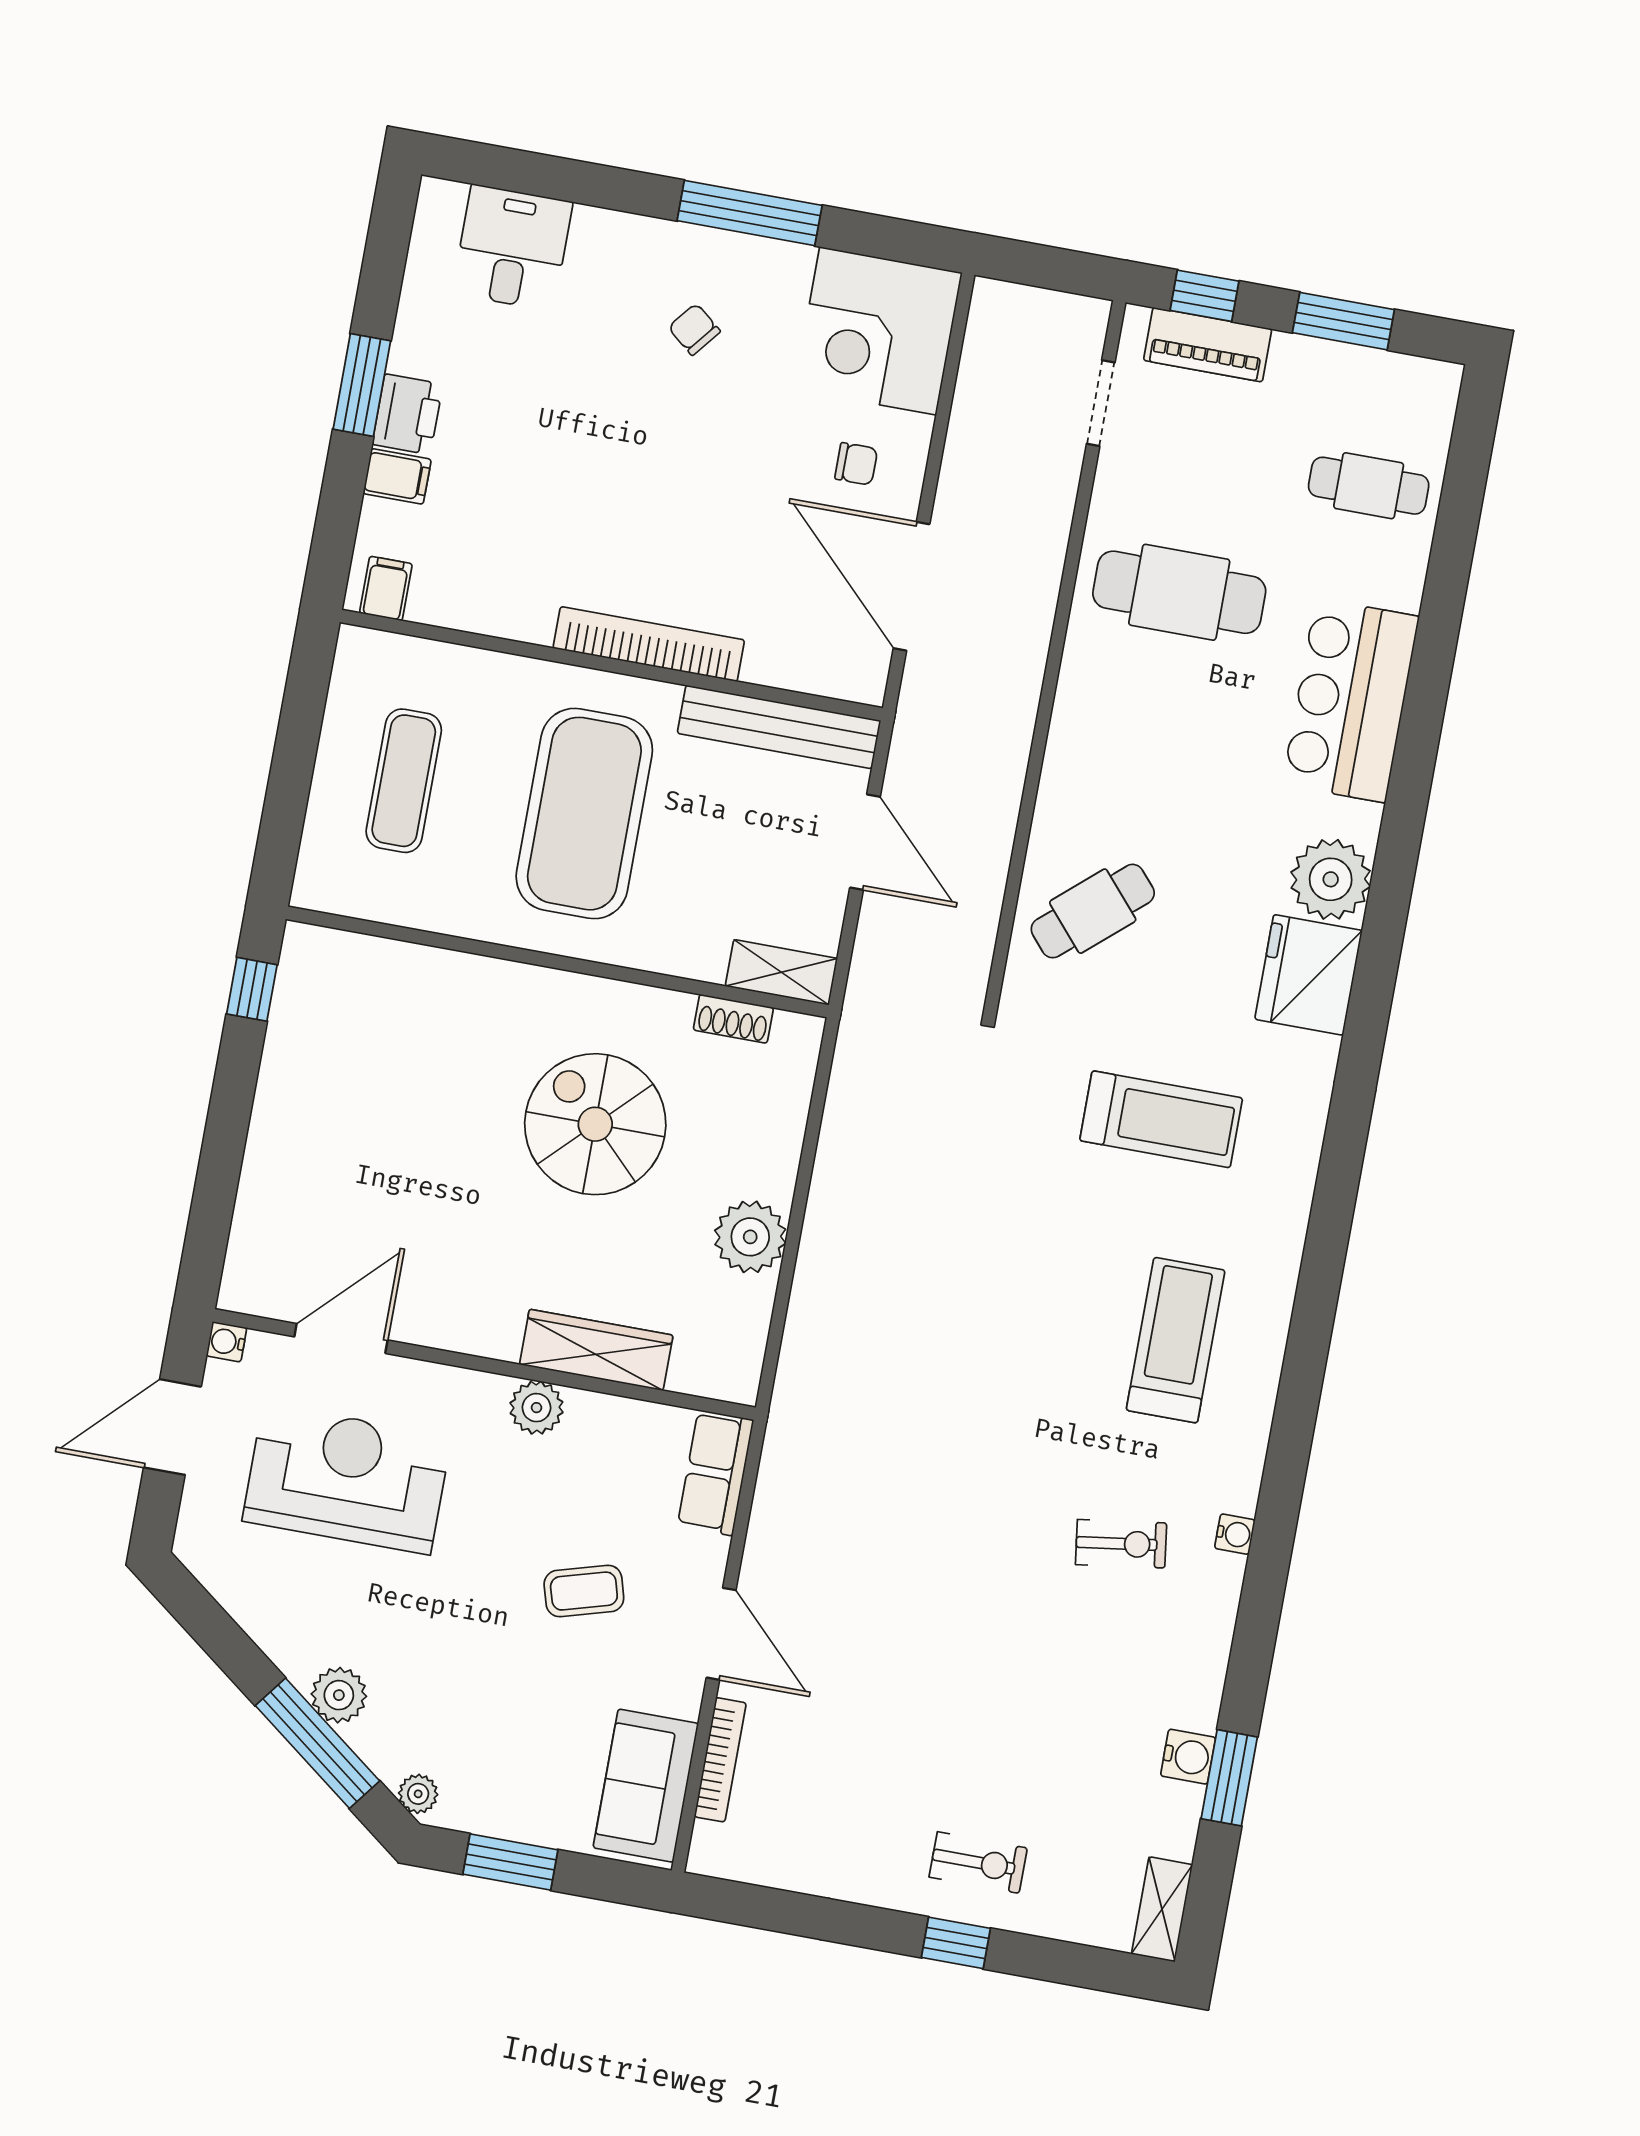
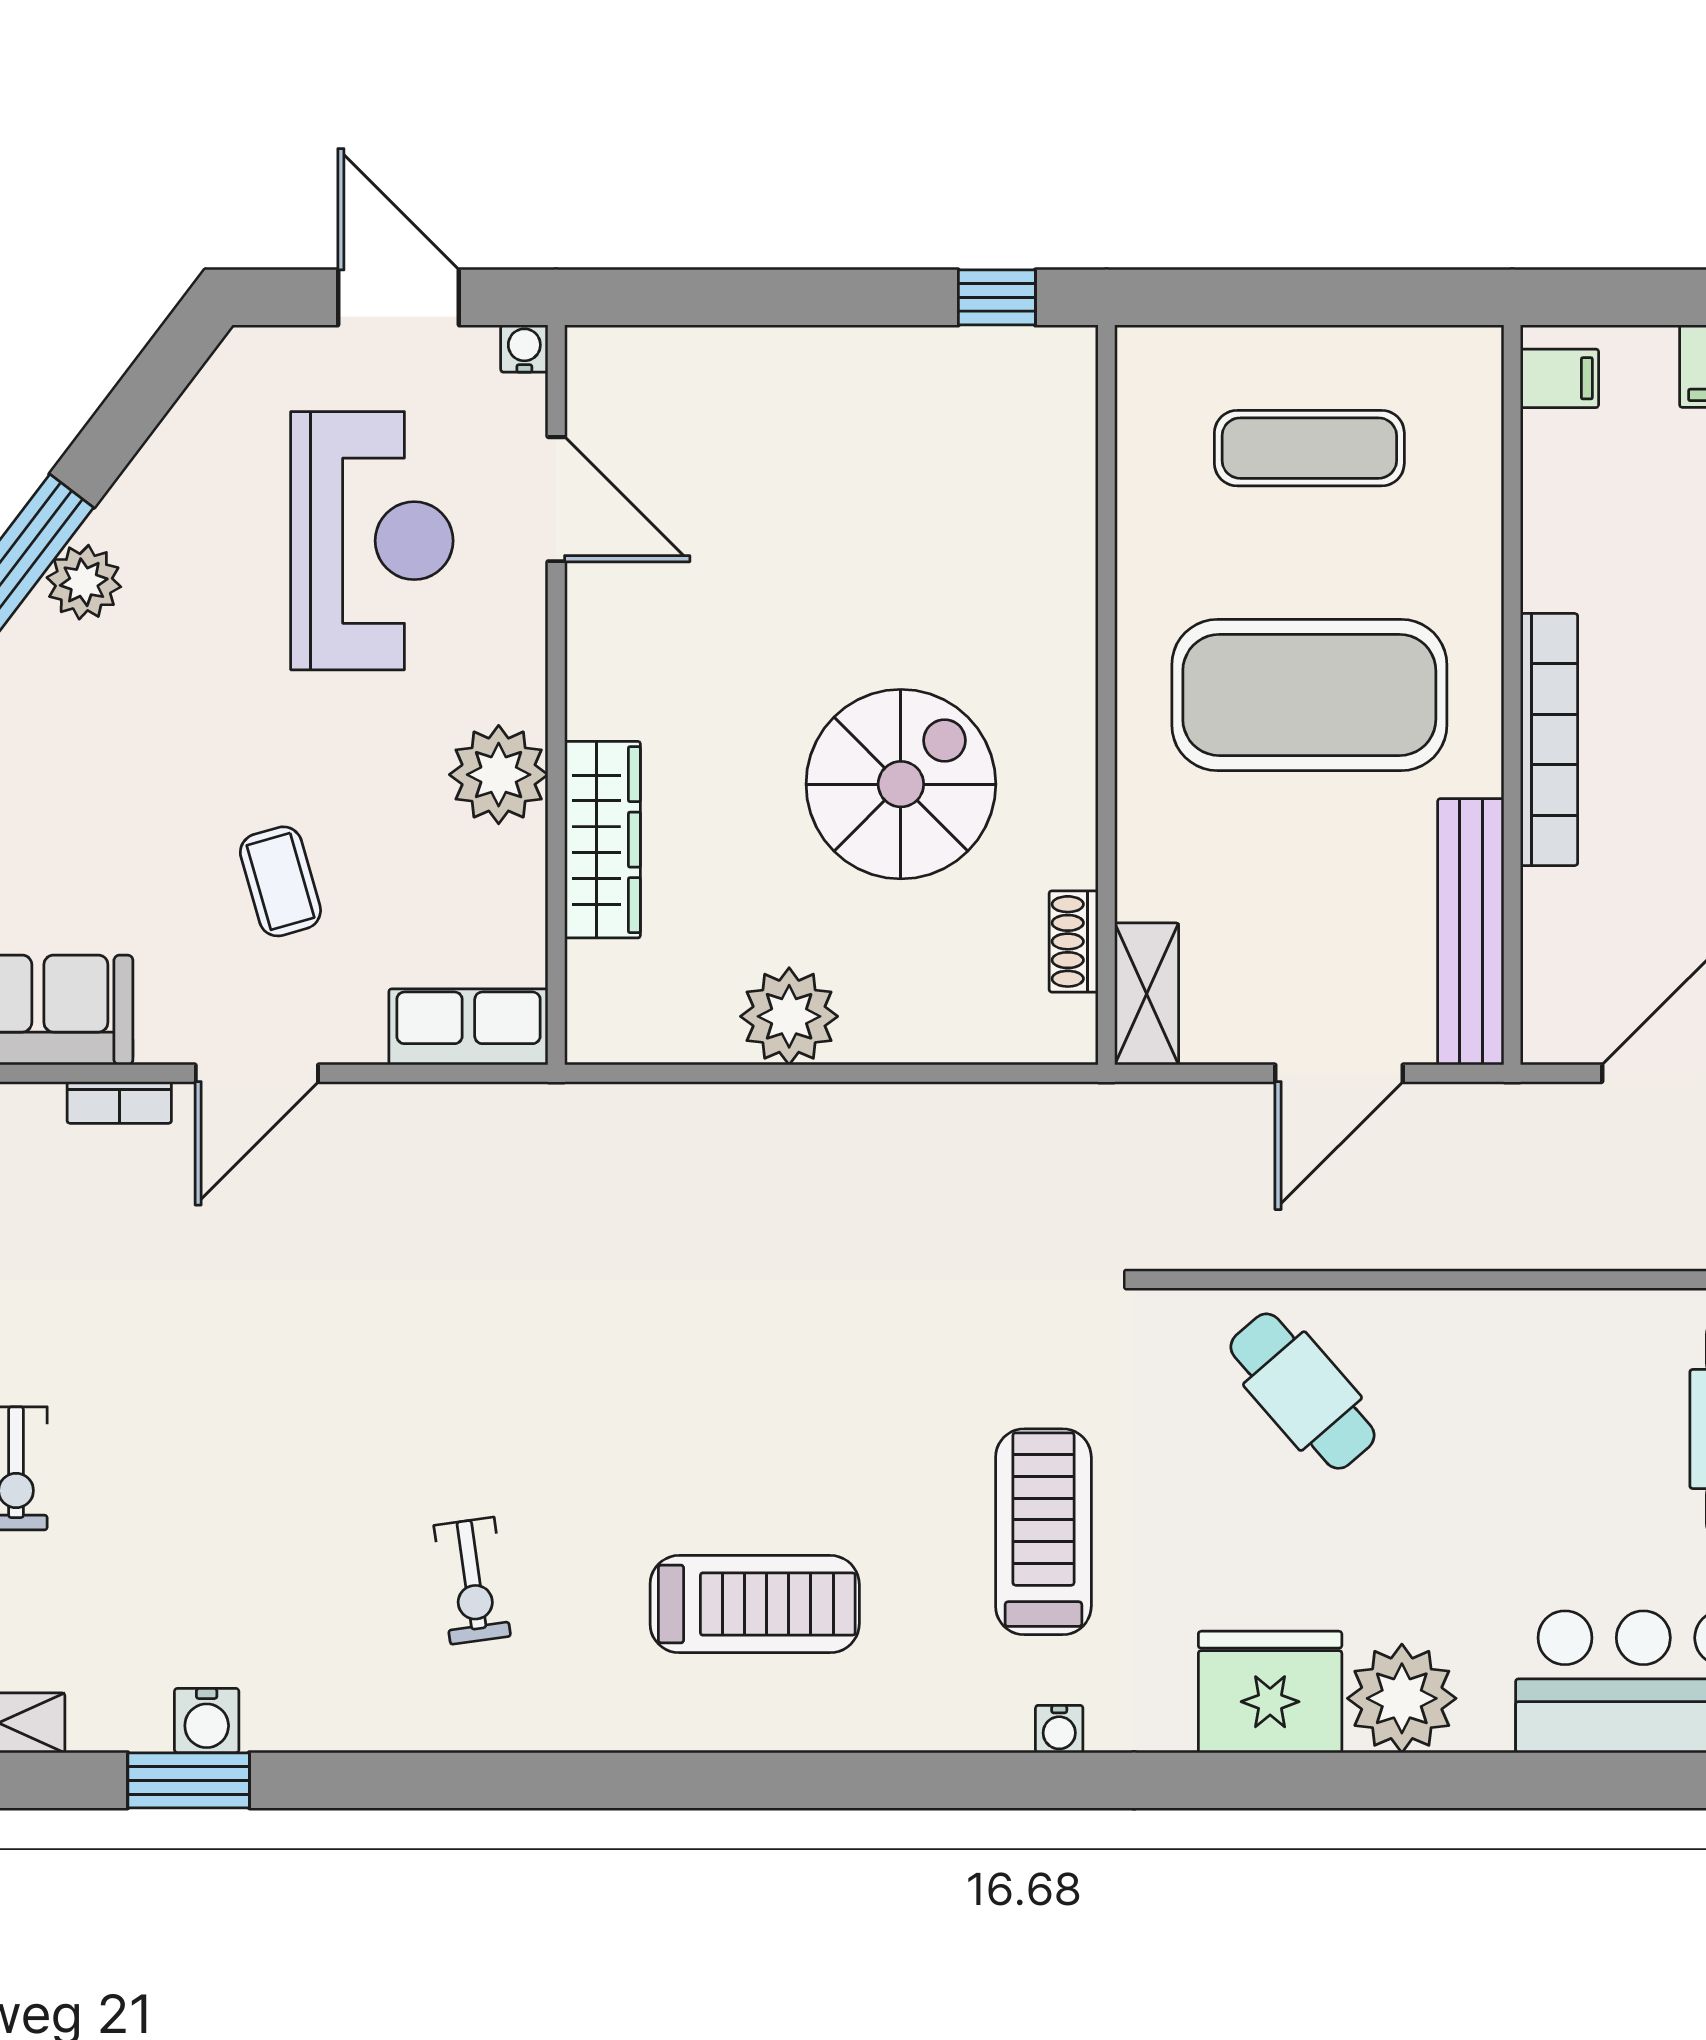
treadmill: (1161, 1119) -> (1043, 1532), turned 180
plant: (537, 1408) -> (499, 775), width x1.36, depth x1.36
water cooler: (1235, 1534) -> (1059, 1729), moved
bookcase: (720, 1760) -> (119, 1102), width x0.64

